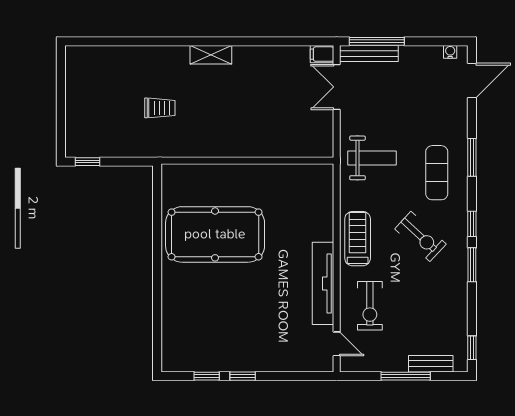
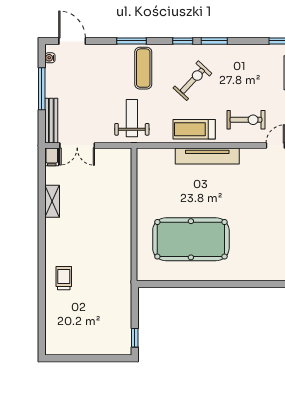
window: (377, 41) -> (42, 89), moved
shelving: (211, 55) -> (52, 201), moved
trolley: (160, 108) -> (64, 278), moved
exercise mat: (437, 173) -> (143, 68), turned 90
pool table: (215, 234) -> (191, 239), turned 90
tv unit: (323, 283) -> (207, 156), moved

